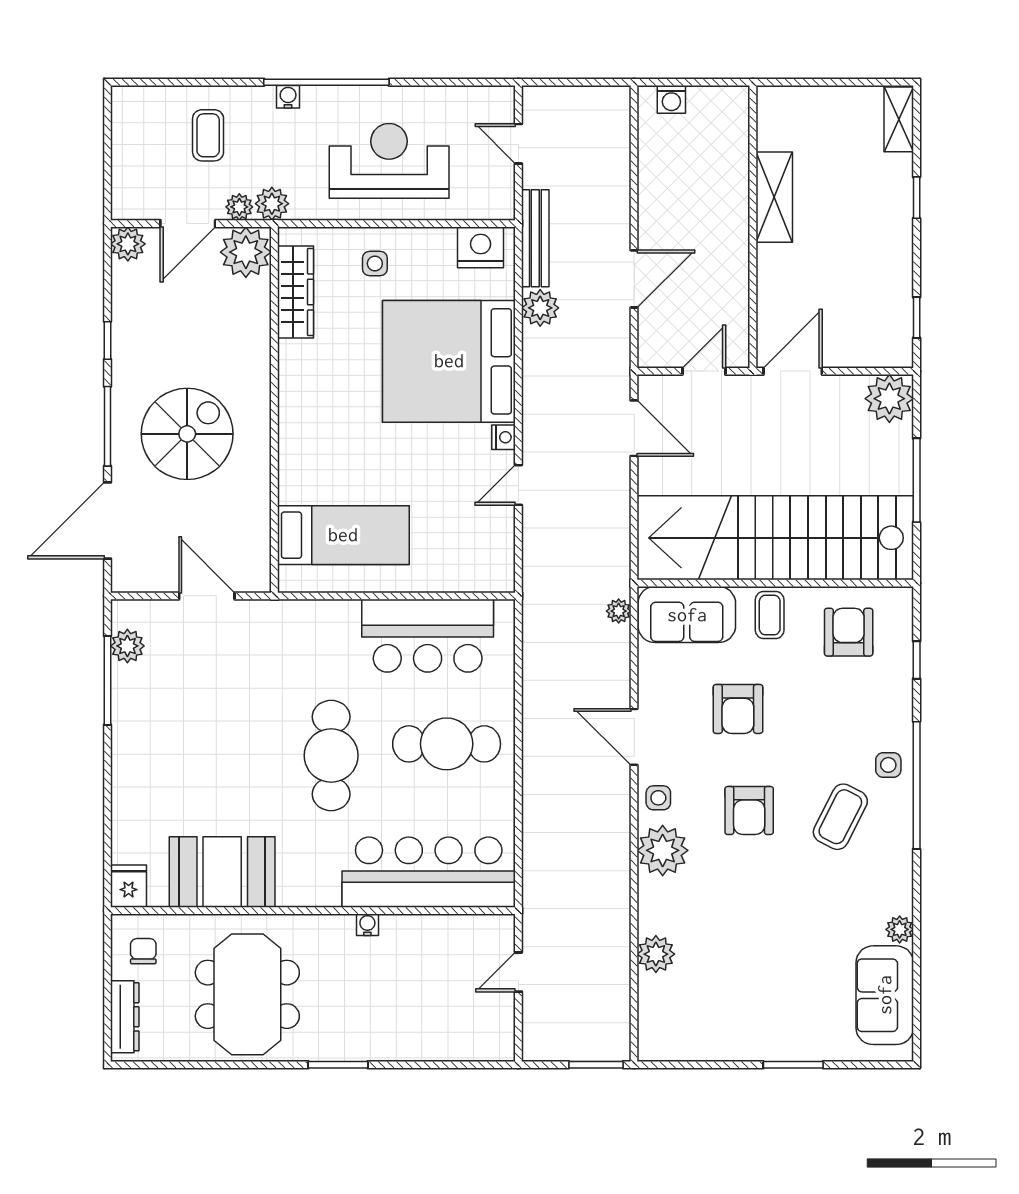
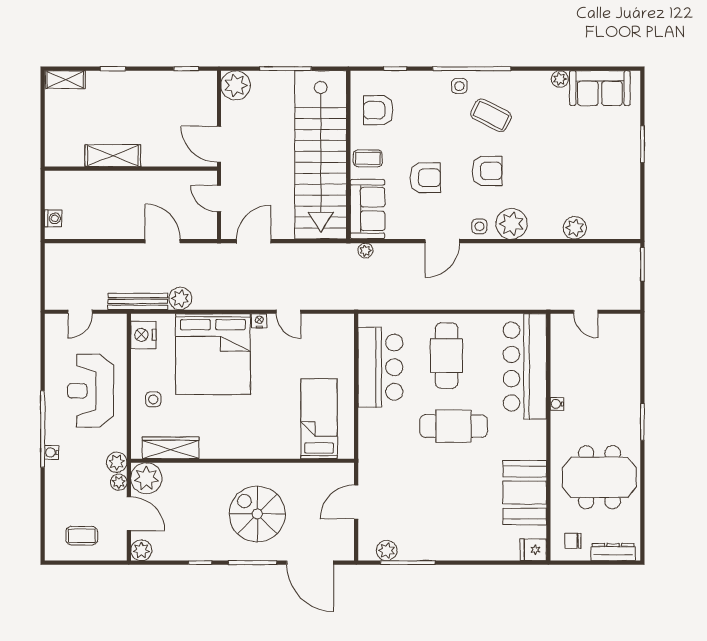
coffee table: (208, 135) -> (82, 536), moved

